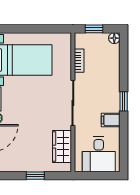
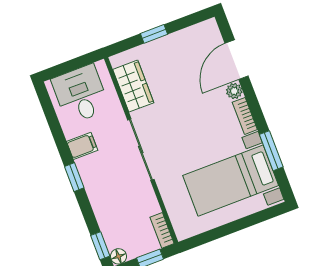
window: (124, 50) -> (100, 246), added
bookcase: (79, 61) -> (162, 230), moved

